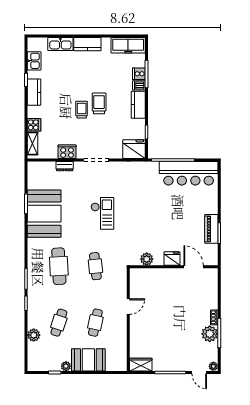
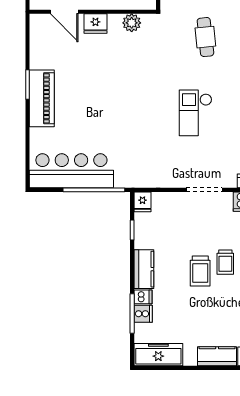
fridge: (134, 149) -> (142, 202), width x0.53, depth x0.75
piano: (211, 229) -> (42, 98), width x1.37, depth x1.33
plant: (147, 259) -> (132, 23), moved
fridge: (172, 259) -> (95, 23), moved
wall: (174, 267) -> (93, 12), moved
door: (194, 267) -> (64, 12), moved

